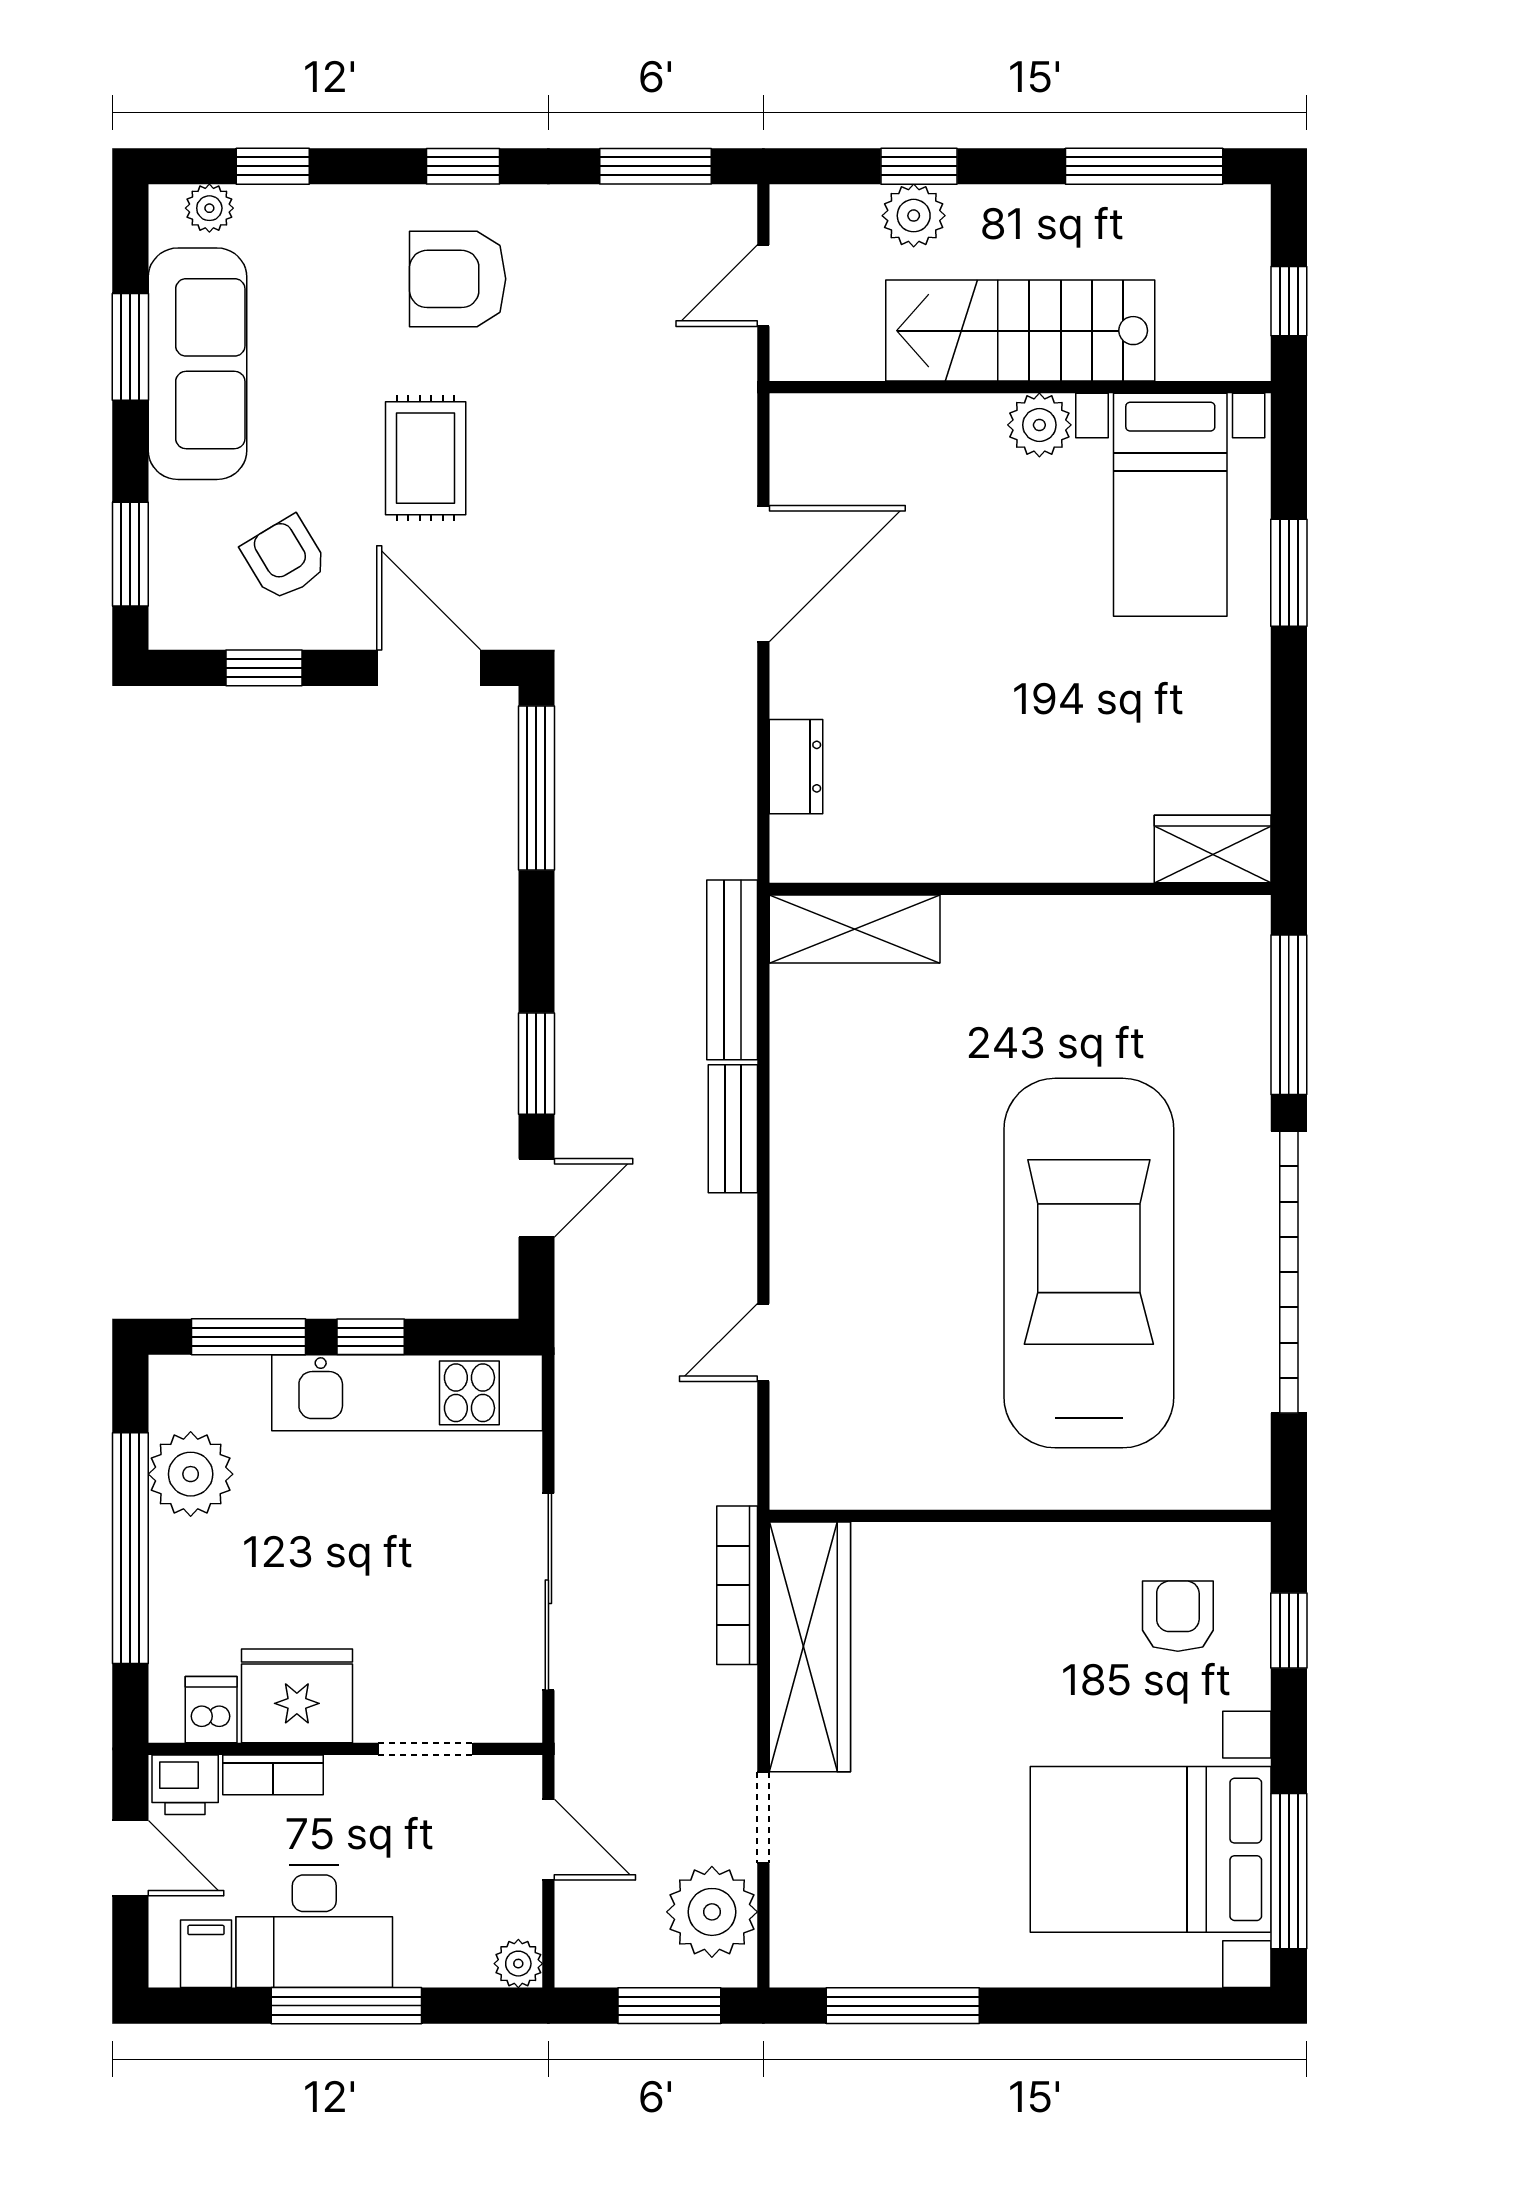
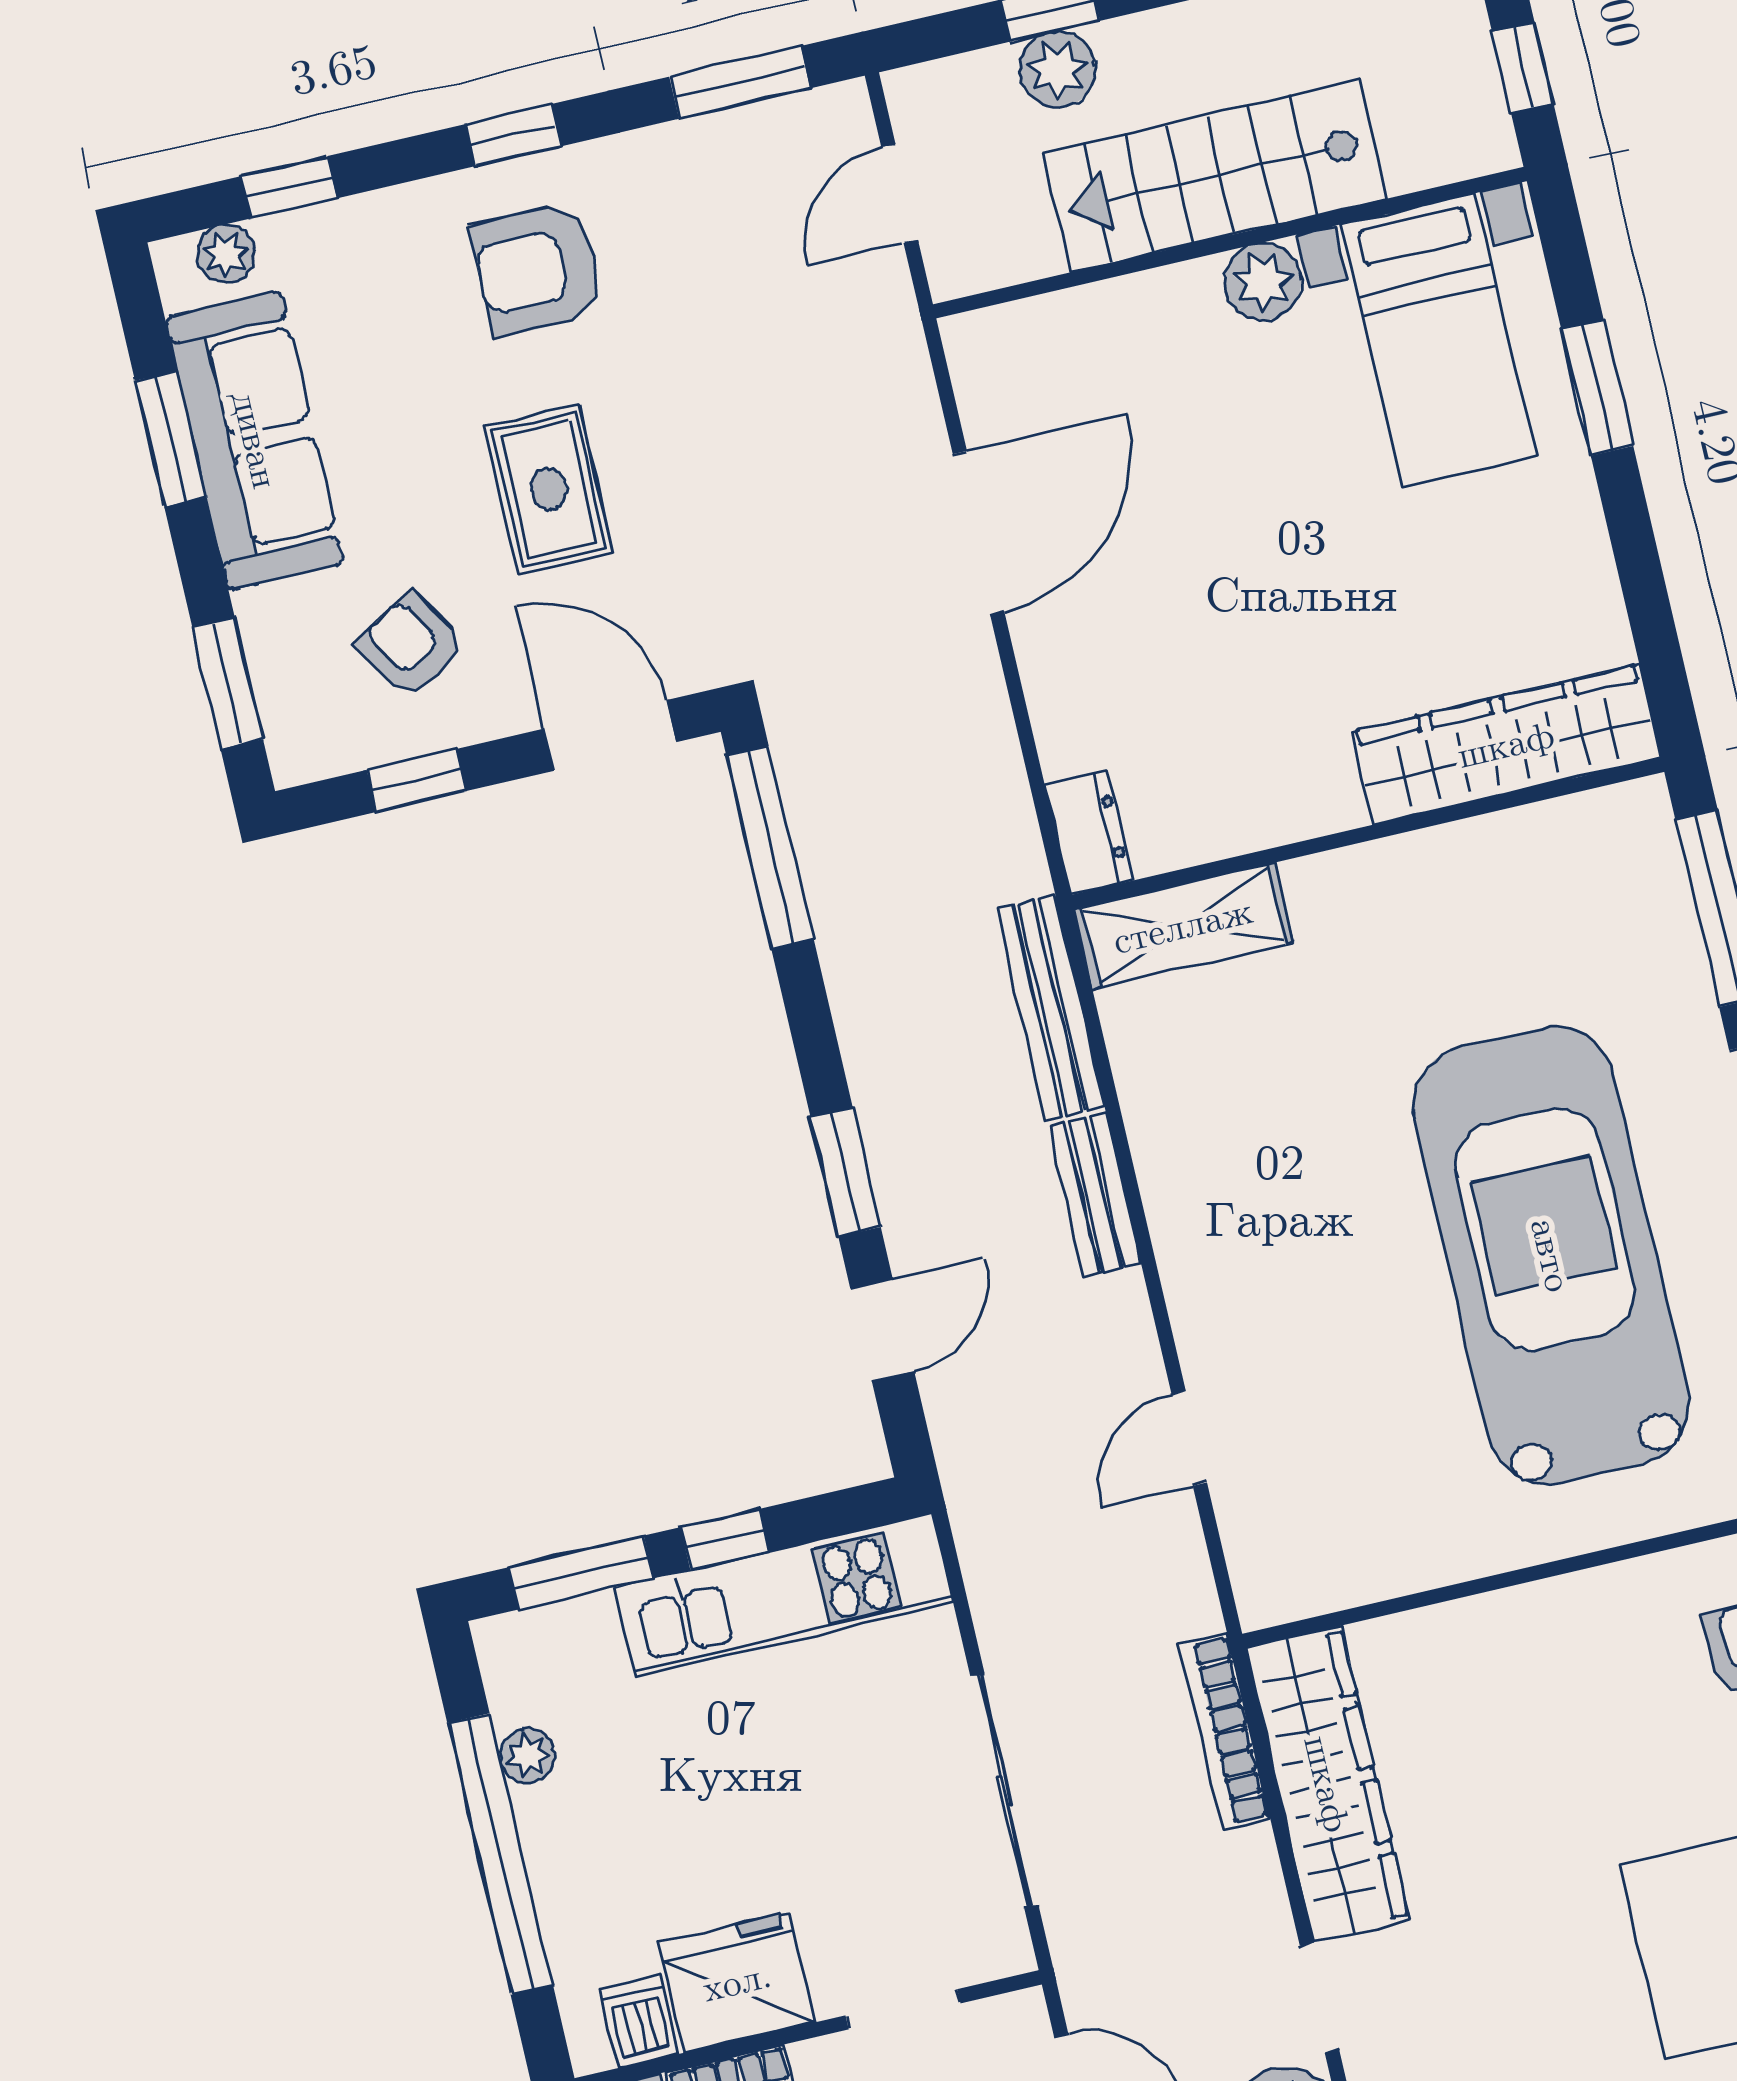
dresser: (796, 767) -> (1089, 832), moved
wardrobe: (1213, 849) -> (1506, 745), width x2.10, depth x1.17
plant: (191, 1474) -> (527, 1756), width x0.53, depth x0.53

